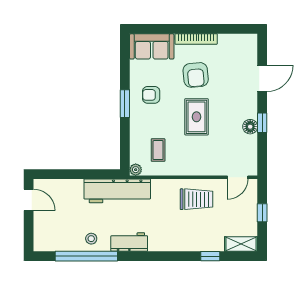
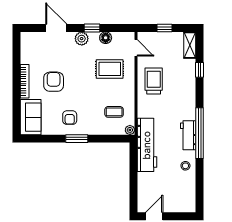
armchair: (196, 75) -> (54, 82), turned -85
plant: (249, 110) -> (82, 39), added
rug: (196, 117) -> (110, 69), moved
floor lamp: (250, 127) -> (106, 38), moved
window: (86, 256) -> (200, 133), moved

